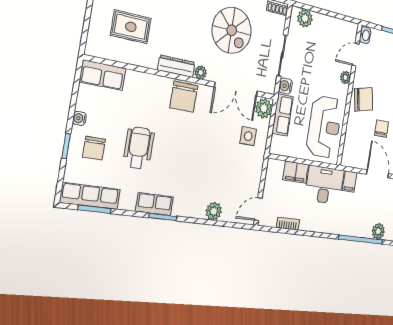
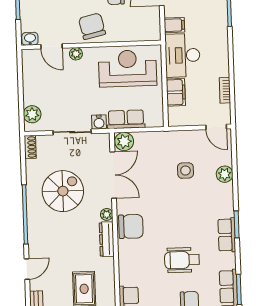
side table: (248, 136) -> (185, 171), moved

